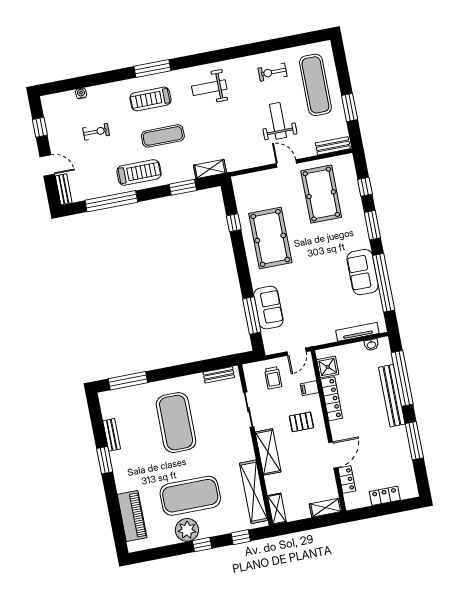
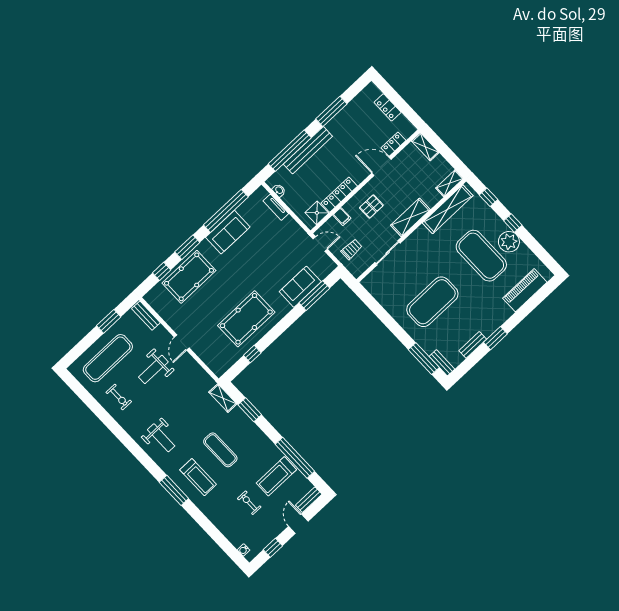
water cooler: (81, 93) -> (244, 550), moved
treadmill: (139, 172) -> (276, 476), moved, turned -90
pool table: (321, 194) -> (189, 277), moved
tv unit: (357, 332) -> (276, 207), width x0.71
bench: (219, 375) -> (442, 363), moved
pallet: (301, 422) -> (371, 206), turned 90

